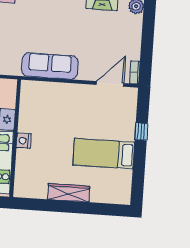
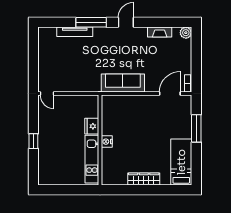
window: (141, 132) -> (196, 128), width x2.17
bed: (104, 154) -> (181, 162), moved, turned 90

